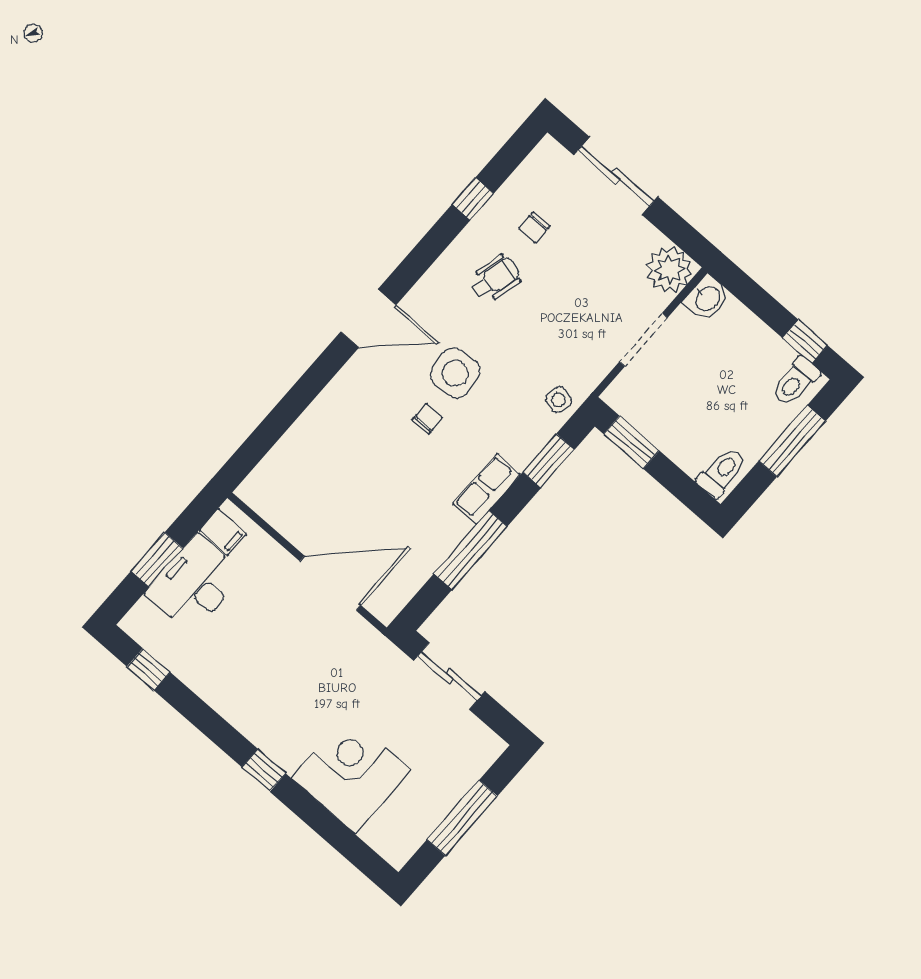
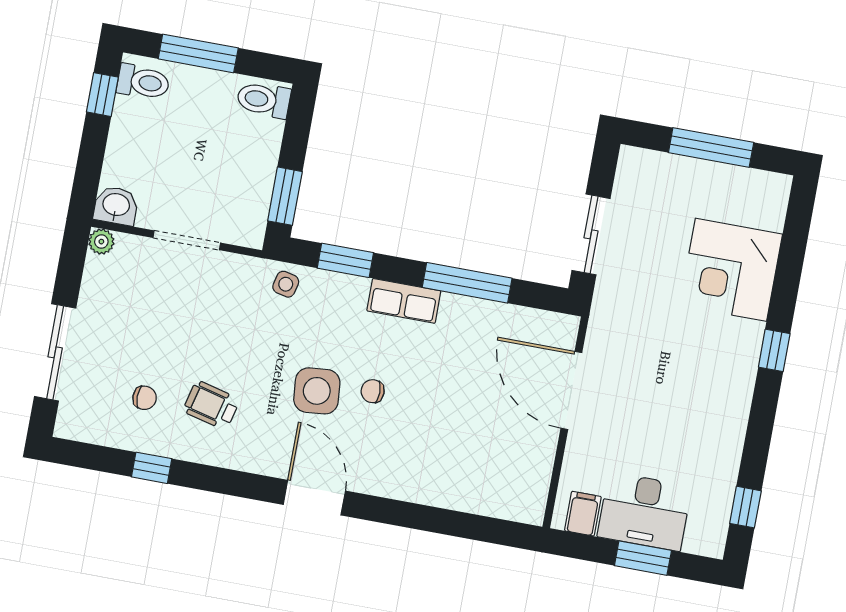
plant: (669, 270) -> (101, 242), width x0.53, depth x0.53

